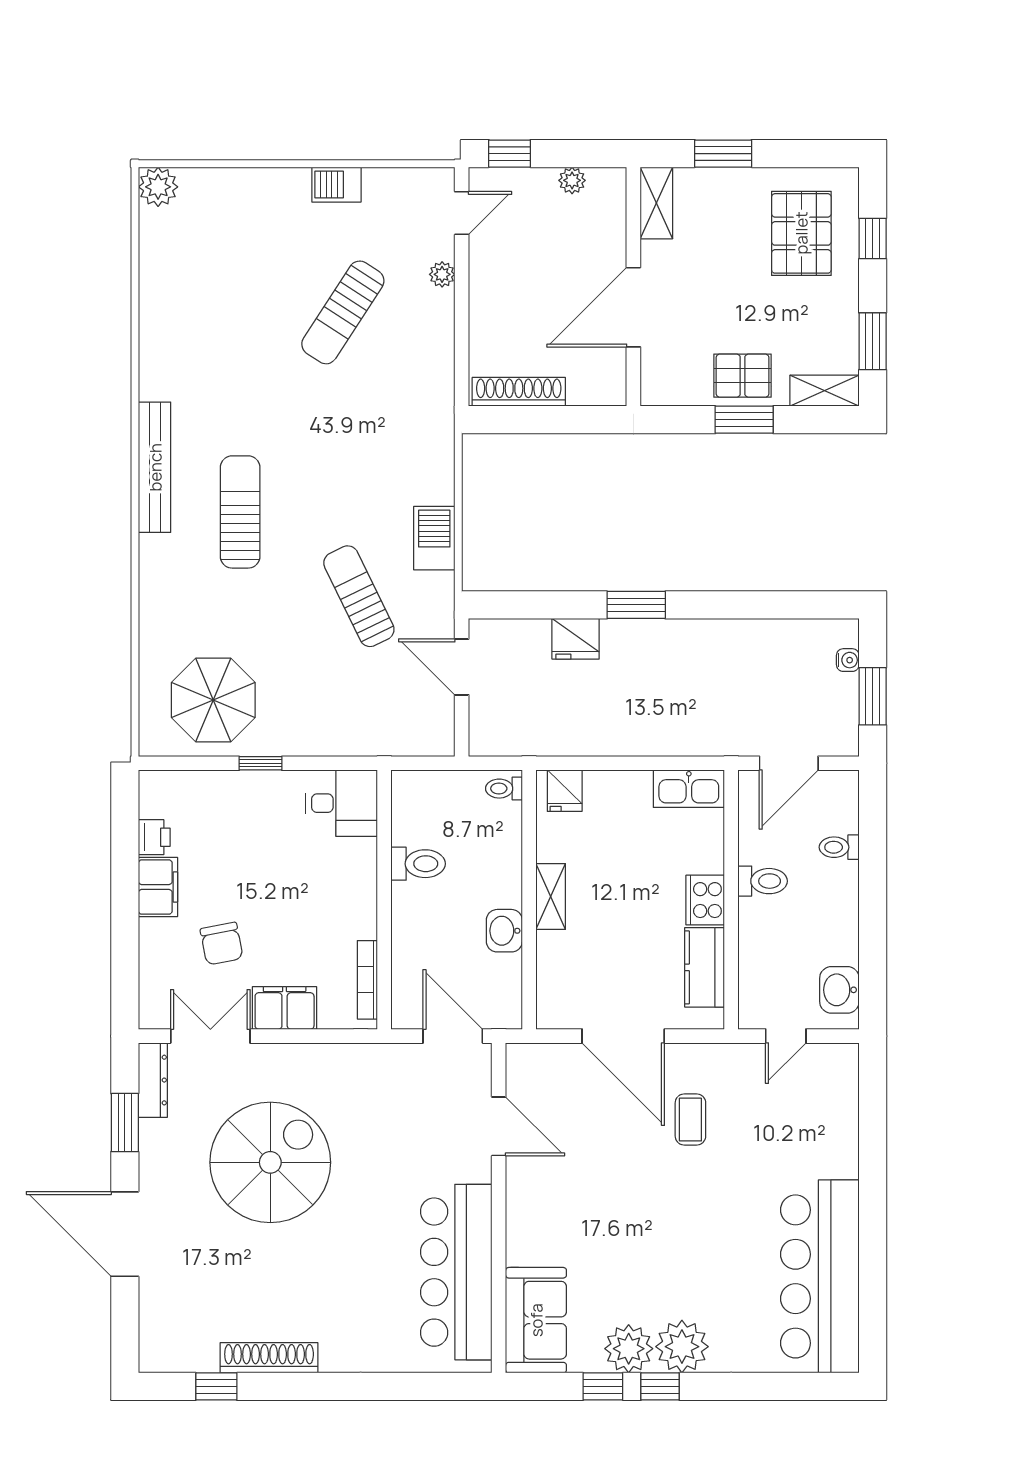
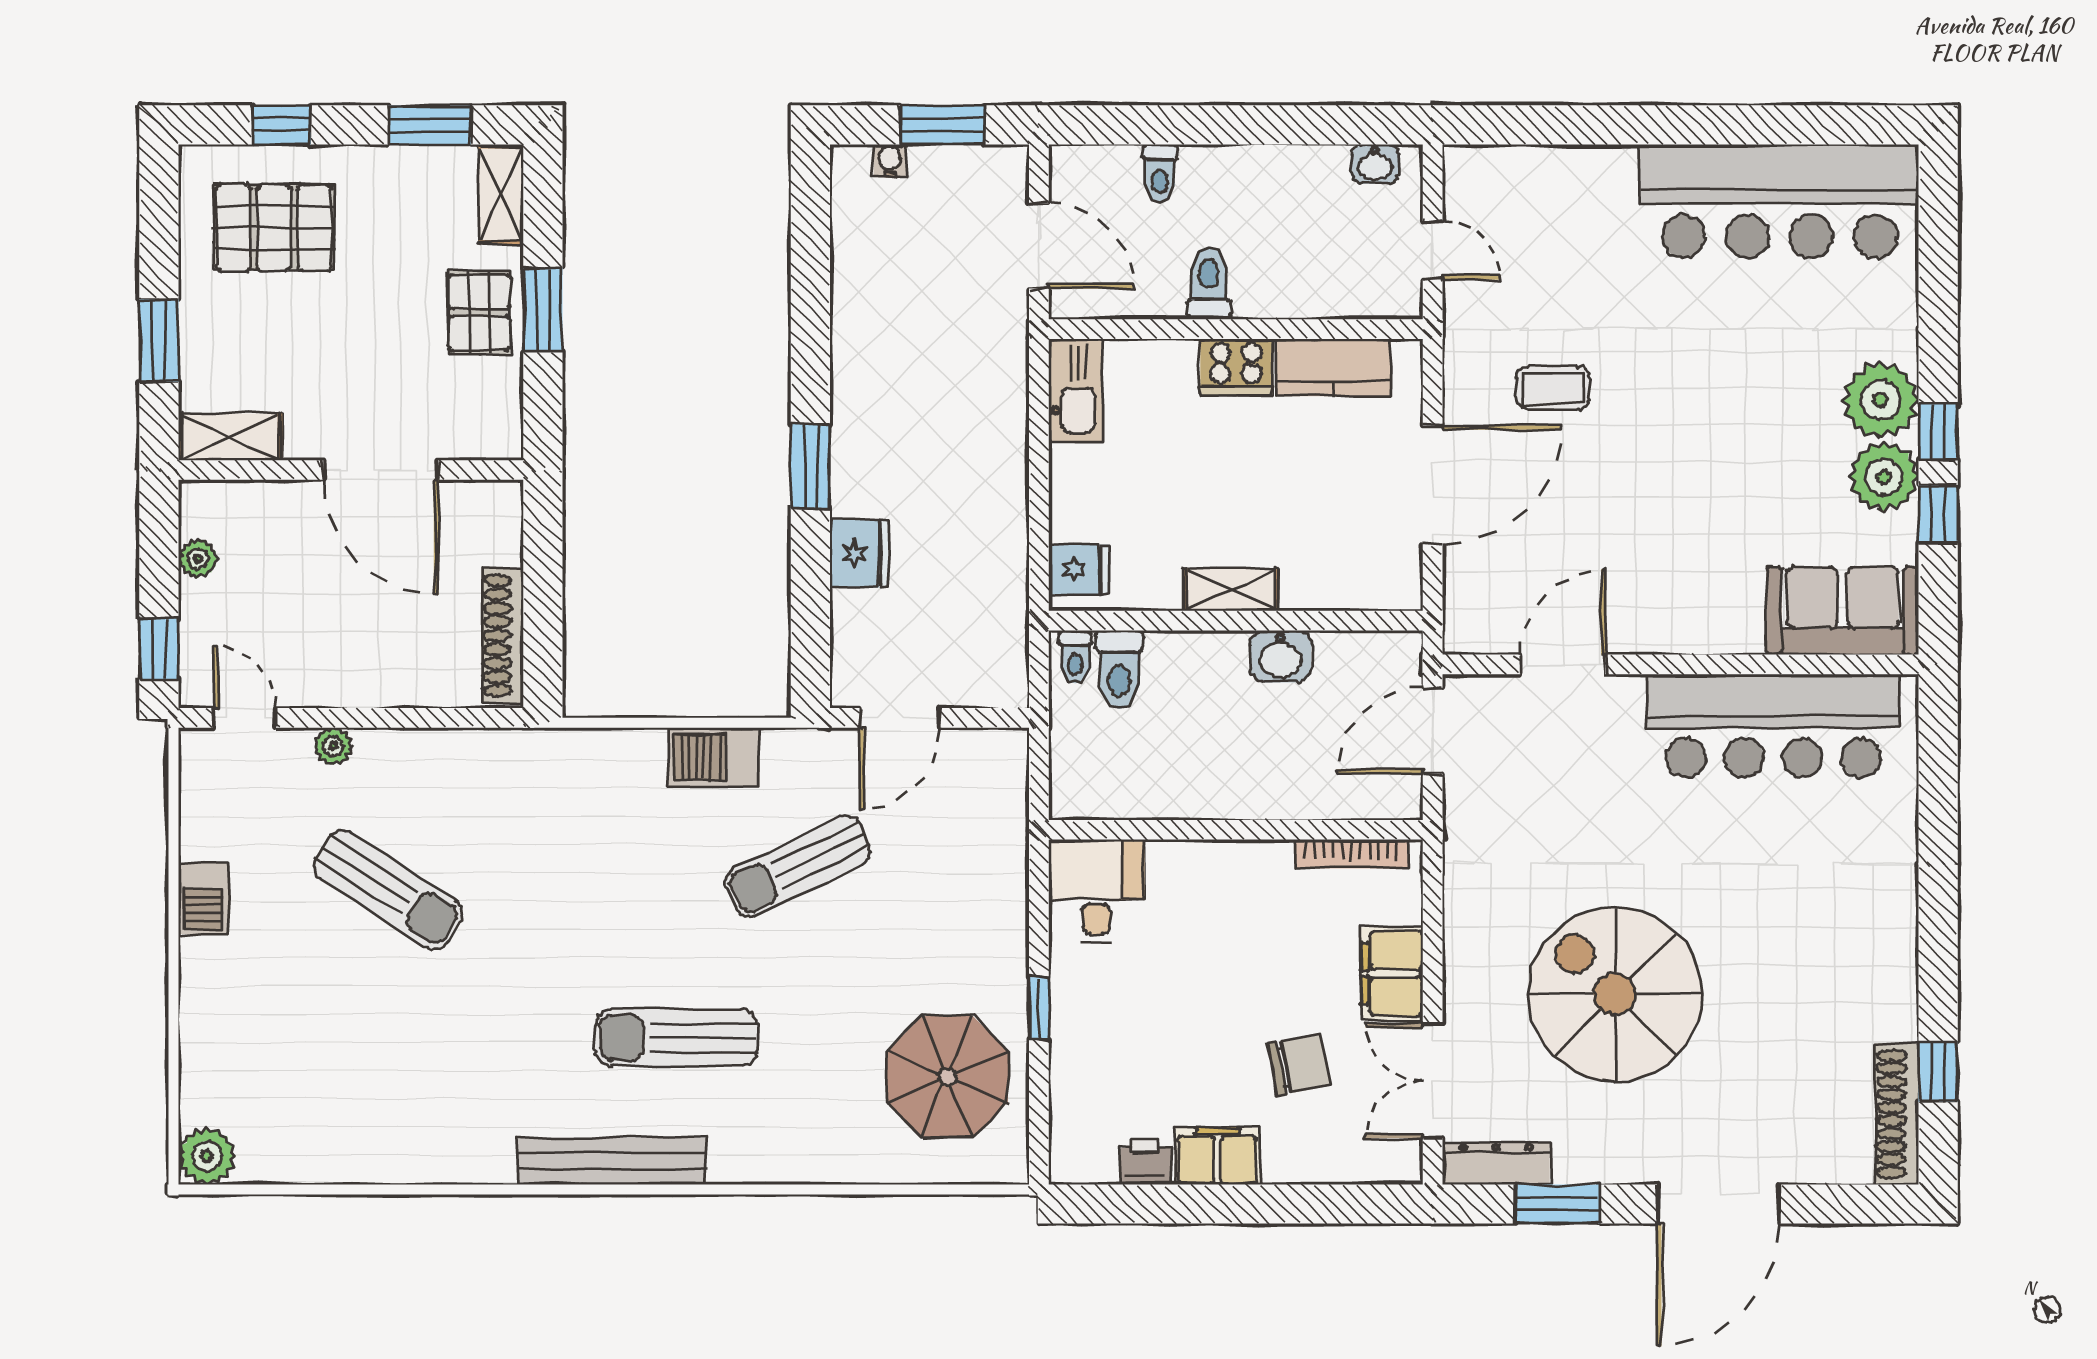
toilet: (418, 864) -> (1119, 670), moved, turned 180
washbasin: (839, 990) -> (1375, 164), width x0.72, depth x0.69
shoe rack: (269, 1358) -> (1897, 1114), moved

